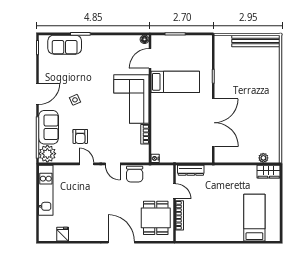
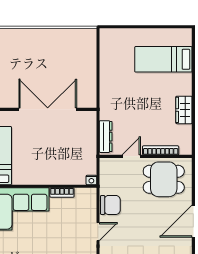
plant: (263, 158) -> (91, 48), removed
wardrobe: (269, 172) -> (184, 110), moved, turned 180

